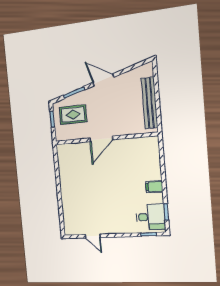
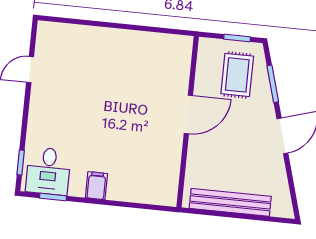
door: (101, 139) -> (188, 115), swing flipped

